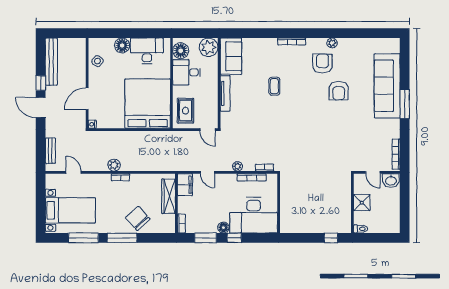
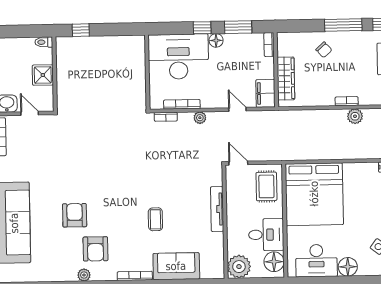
sofa: (231, 56) -> (176, 266), moved, turned 90
chair: (138, 218) -> (324, 50), width x0.54, depth x0.54

